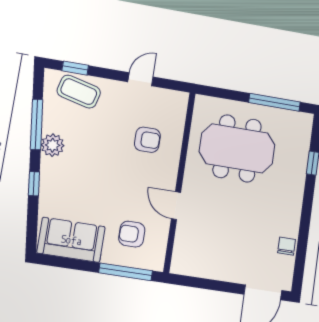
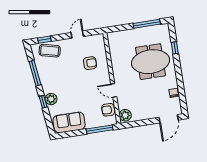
plant: (53, 145) -> (51, 99), moved
meeting table: (237, 148) -> (150, 62), moved
armchair: (132, 234) -> (108, 110), moved
plant: (183, 260) -> (125, 115), added

